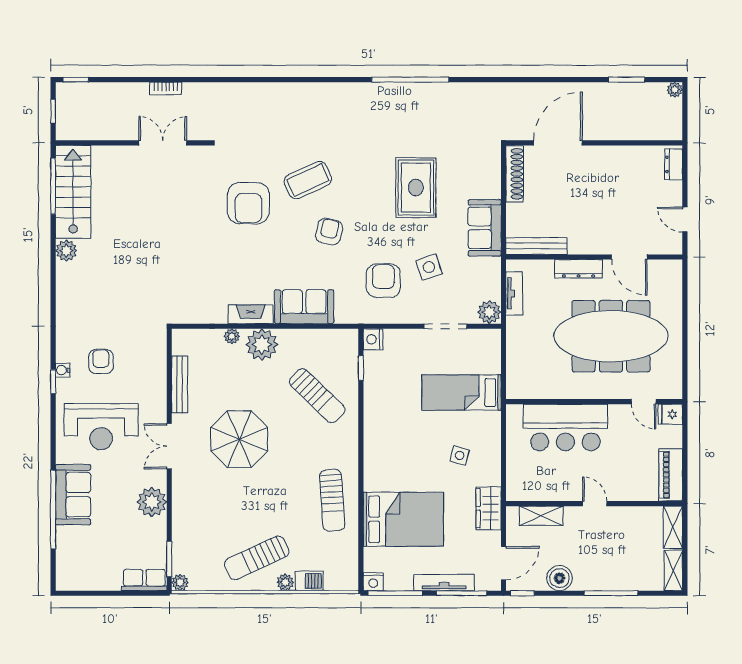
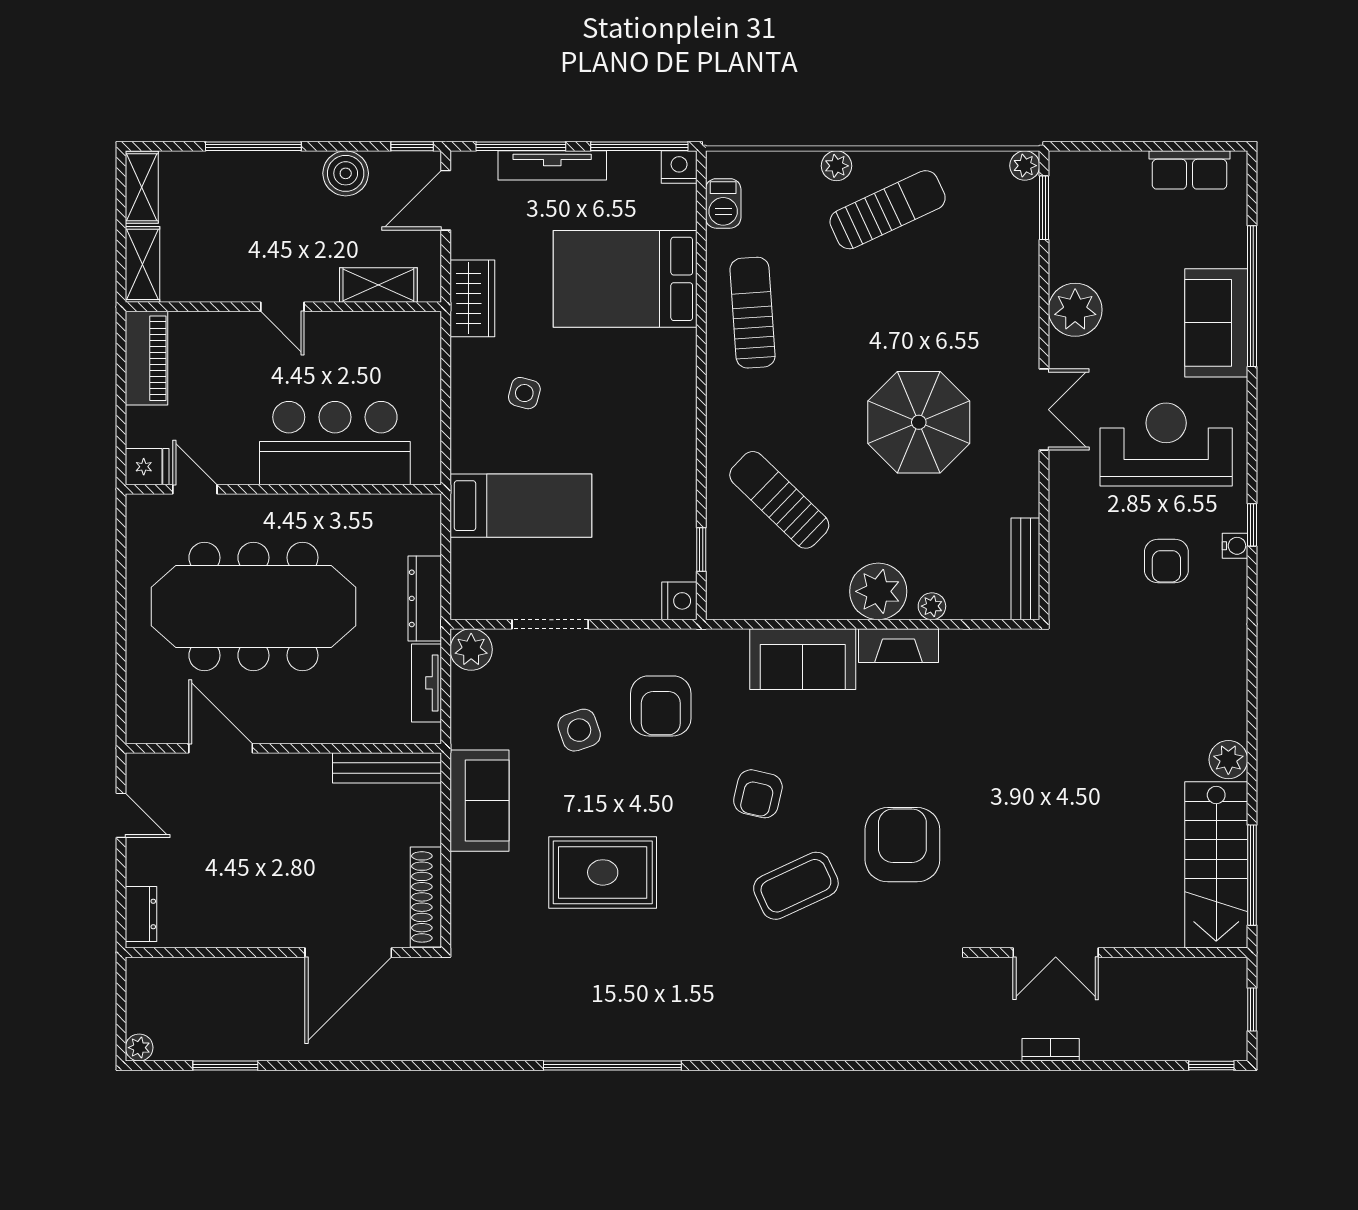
rug: (416, 188) -> (603, 872), turned 90
dresser: (579, 269) -> (425, 598), moved, turned -90
bench: (180, 385) -> (1025, 569), moved
row of seats: (144, 580) -> (1189, 170), moved
barbecue: (309, 581) -> (723, 203), moved, turned -90

